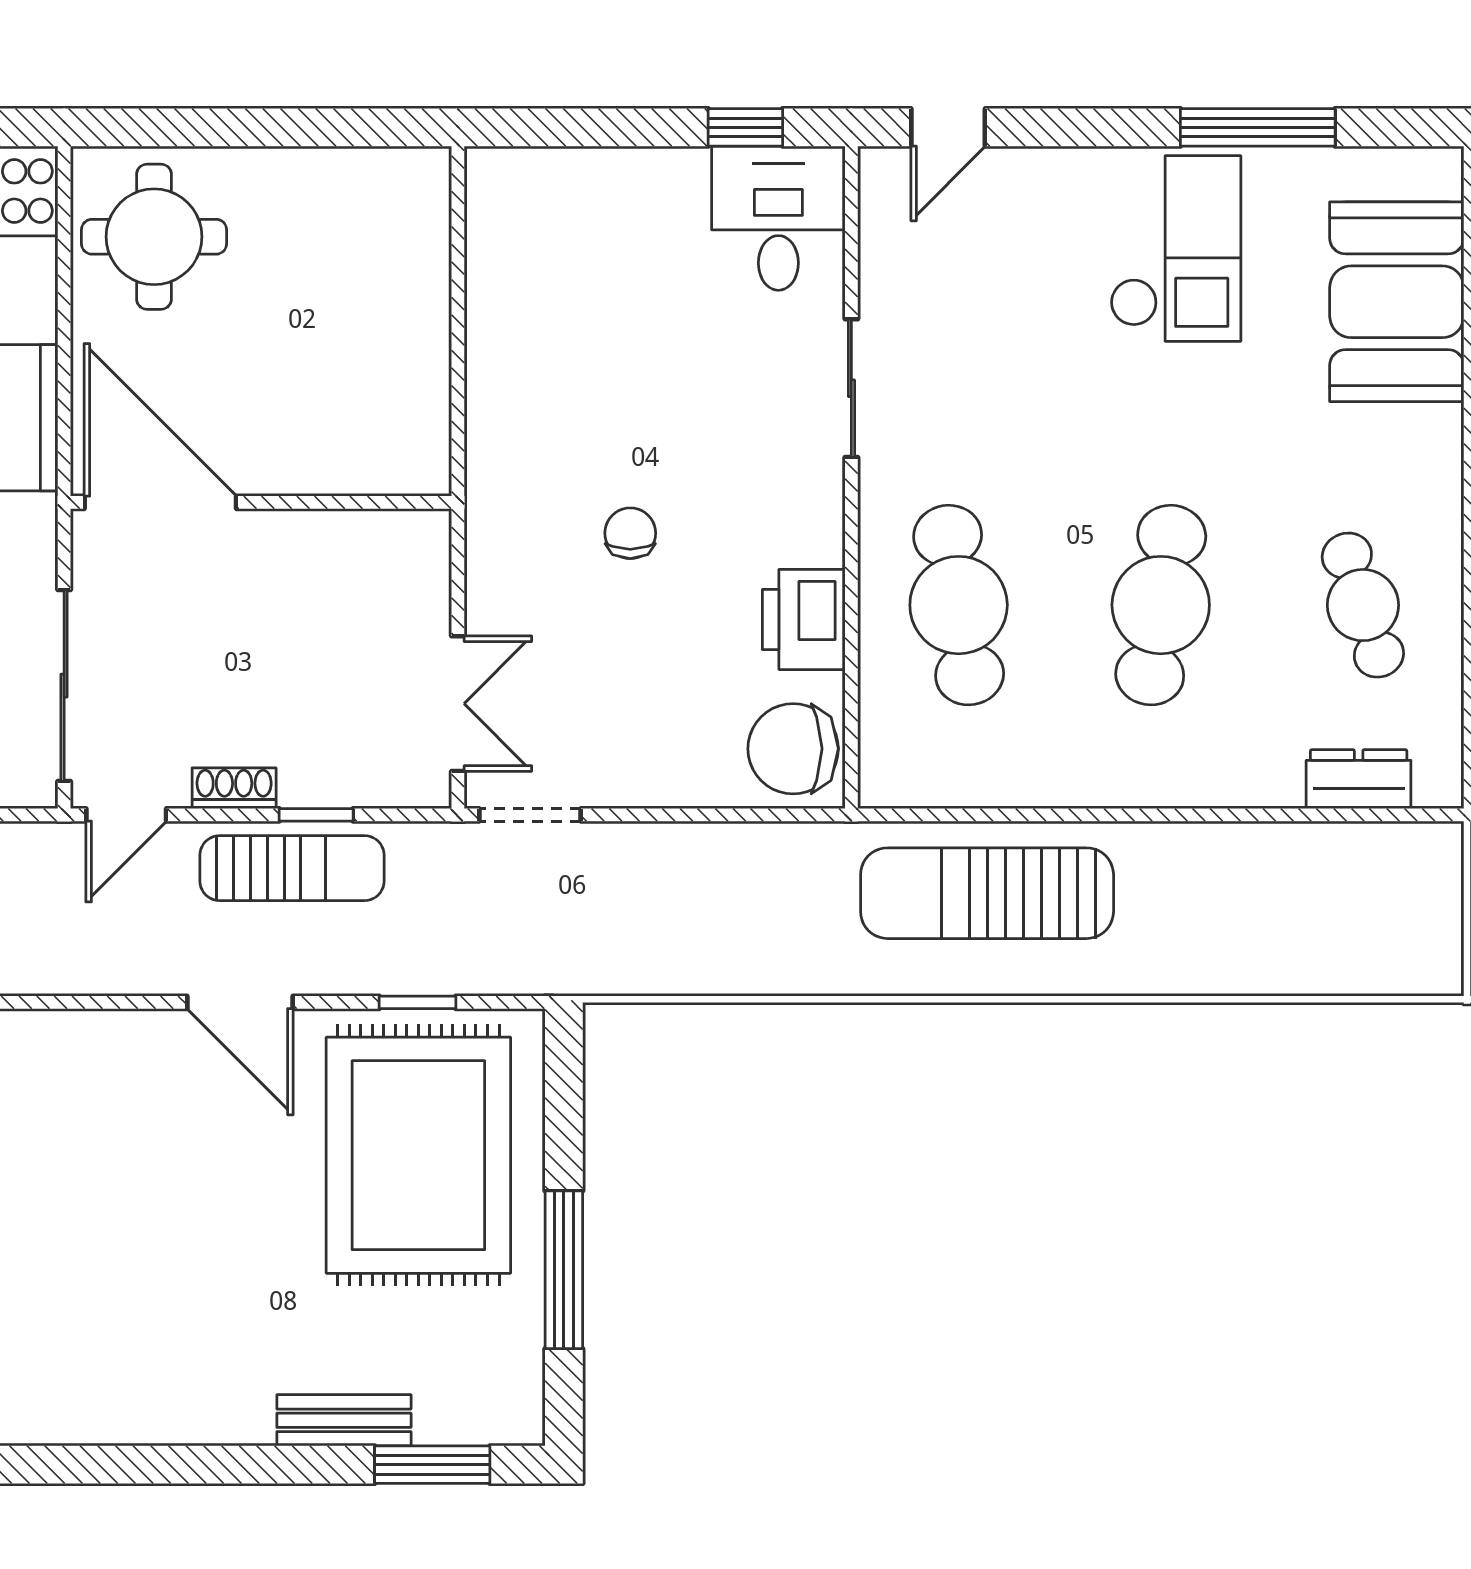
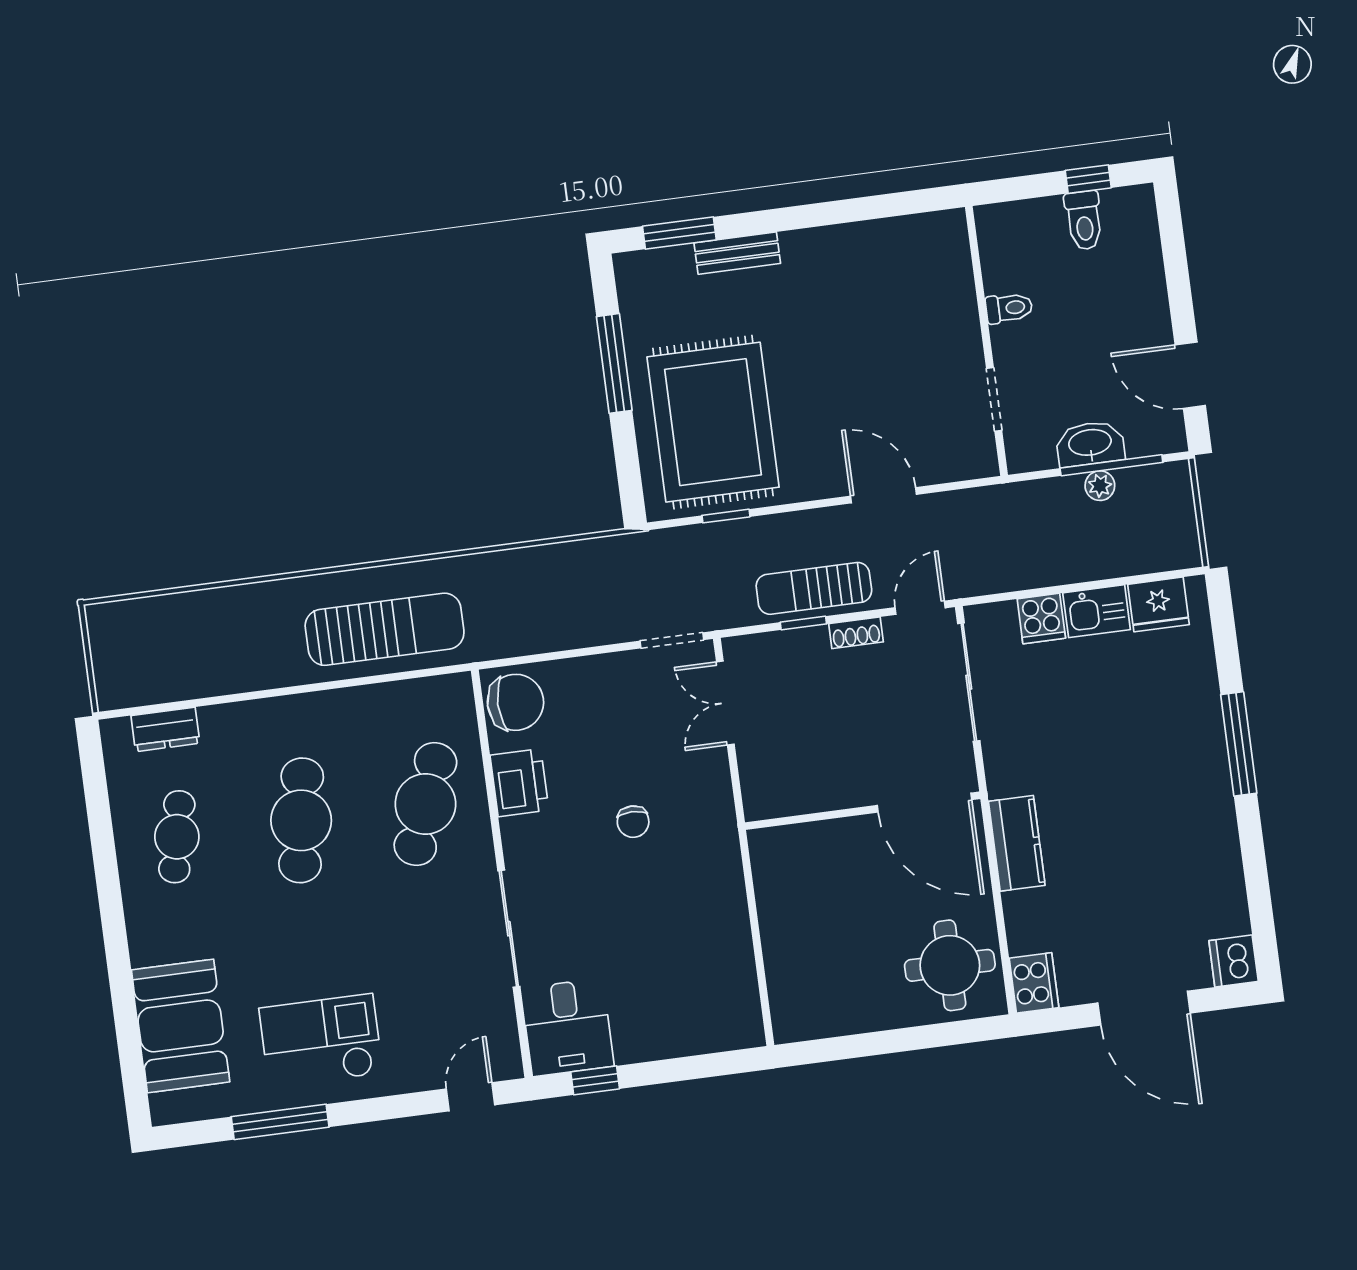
checkout: (1176, 248) -> (321, 1041), turned 90
sliding door: (851, 388) -> (509, 929), width x1.37
cafe table: (959, 605) -> (425, 804), turned 30
cafe table: (1363, 605) -> (177, 837), turned 30
door: (240, 1002) -> (883, 495), moved

